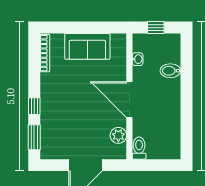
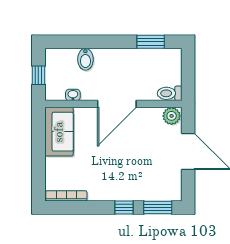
sofa: (87, 46) -> (59, 132), moved
window: (186, 131) -> (151, 42), added
plant: (118, 135) -> (172, 116), moved

